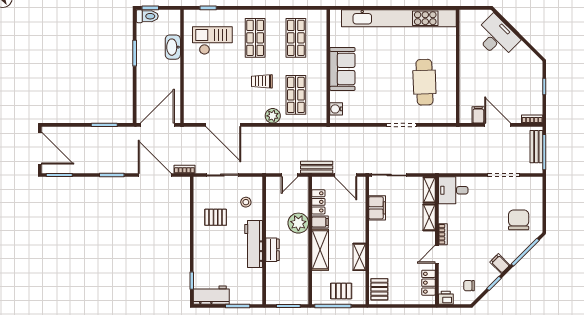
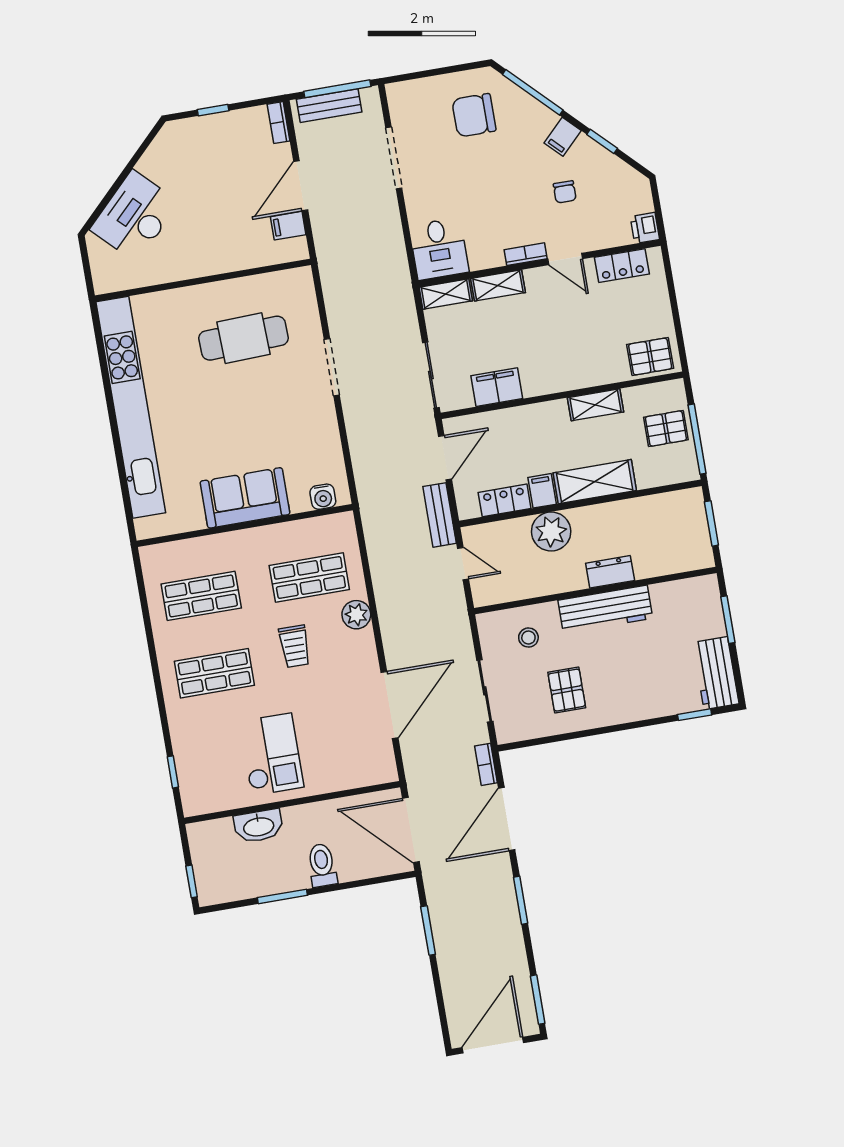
toilet: (147, 16) -> (322, 865), moved
checkout: (212, 41) -> (271, 754), moved, turned 180
chair: (469, 286) -> (565, 192), moved
pallet: (341, 291) -> (666, 429), turned 90

